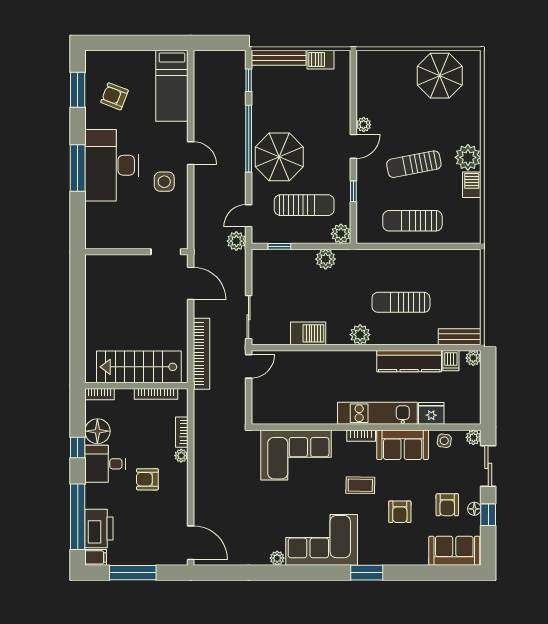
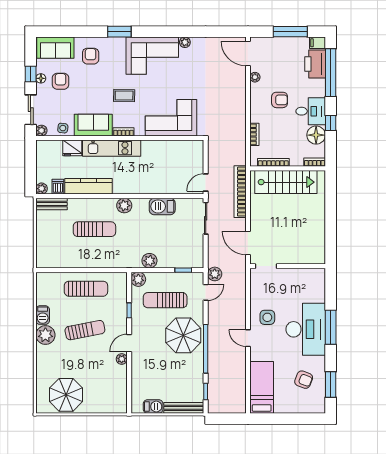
plant: (181, 456) -> (255, 77), moved
armchair: (400, 512) -> (91, 56), moved

